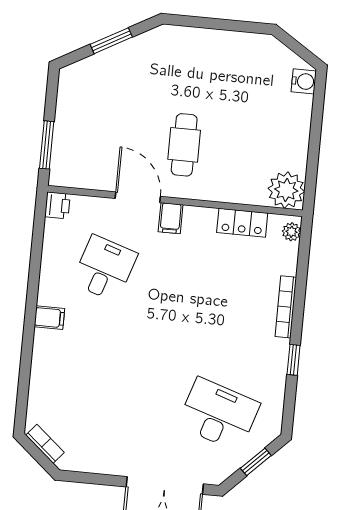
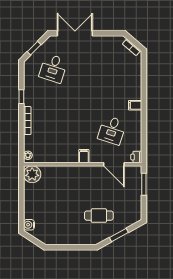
cafe table: (184, 145) -> (99, 216), moved, turned 90
door: (138, 197) -> (114, 164), moved
locker: (242, 223) -> (51, 157), removed
desk: (219, 414) -> (53, 68), width x0.73

